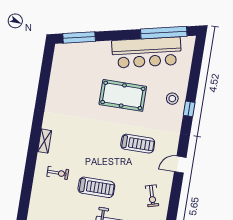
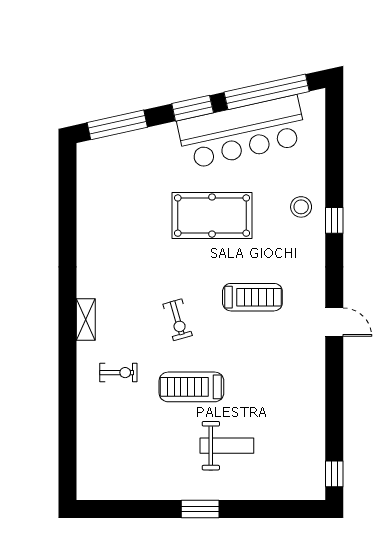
window: (122, 35) -> (193, 108), added
door: (180, 165) -> (334, 322), swing flipped
treadmill: (96, 187) -> (191, 387), turned 180
exercise bike: (152, 196) -> (178, 320), moved

